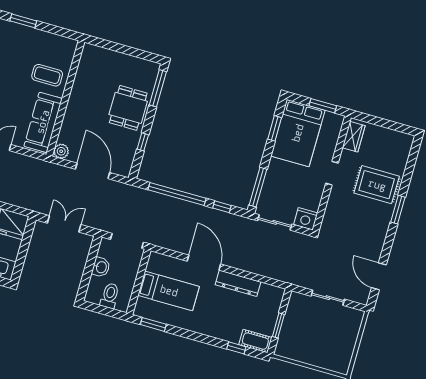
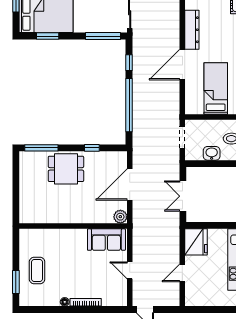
coffee table: (47, 75) -> (37, 271), moved
sofa: (43, 122) -> (106, 240), width x0.73
doorway: (127, 241) -> (182, 137), width x0.73

